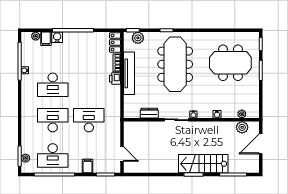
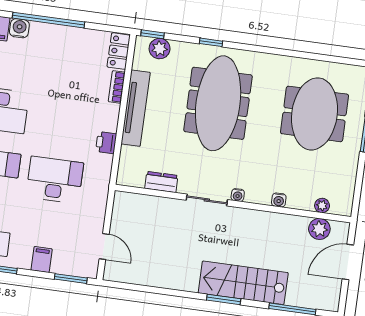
meeting table: (230, 63) -> (315, 114), turned 90
printer: (115, 79) -> (106, 143), moved

